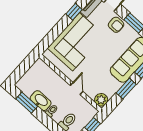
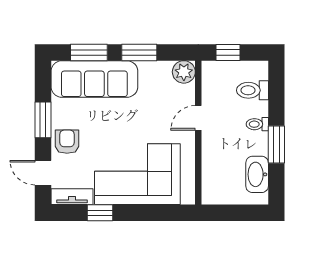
washbasin: (41, 101) -> (257, 174), moved
window: (27, 103) -> (276, 145), moved

